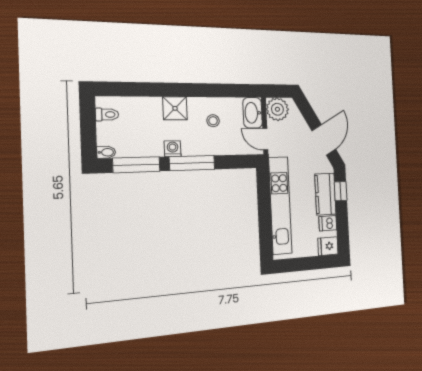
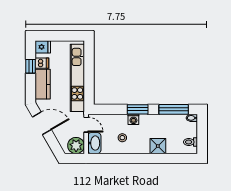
shower: (175, 108) -> (158, 146), moved
door: (324, 140) -> (42, 123), swing flipped
washing machine: (173, 149) -> (133, 119), moved
window: (192, 163) -> (138, 109), width x0.69
window: (341, 191) -> (31, 66), moved

